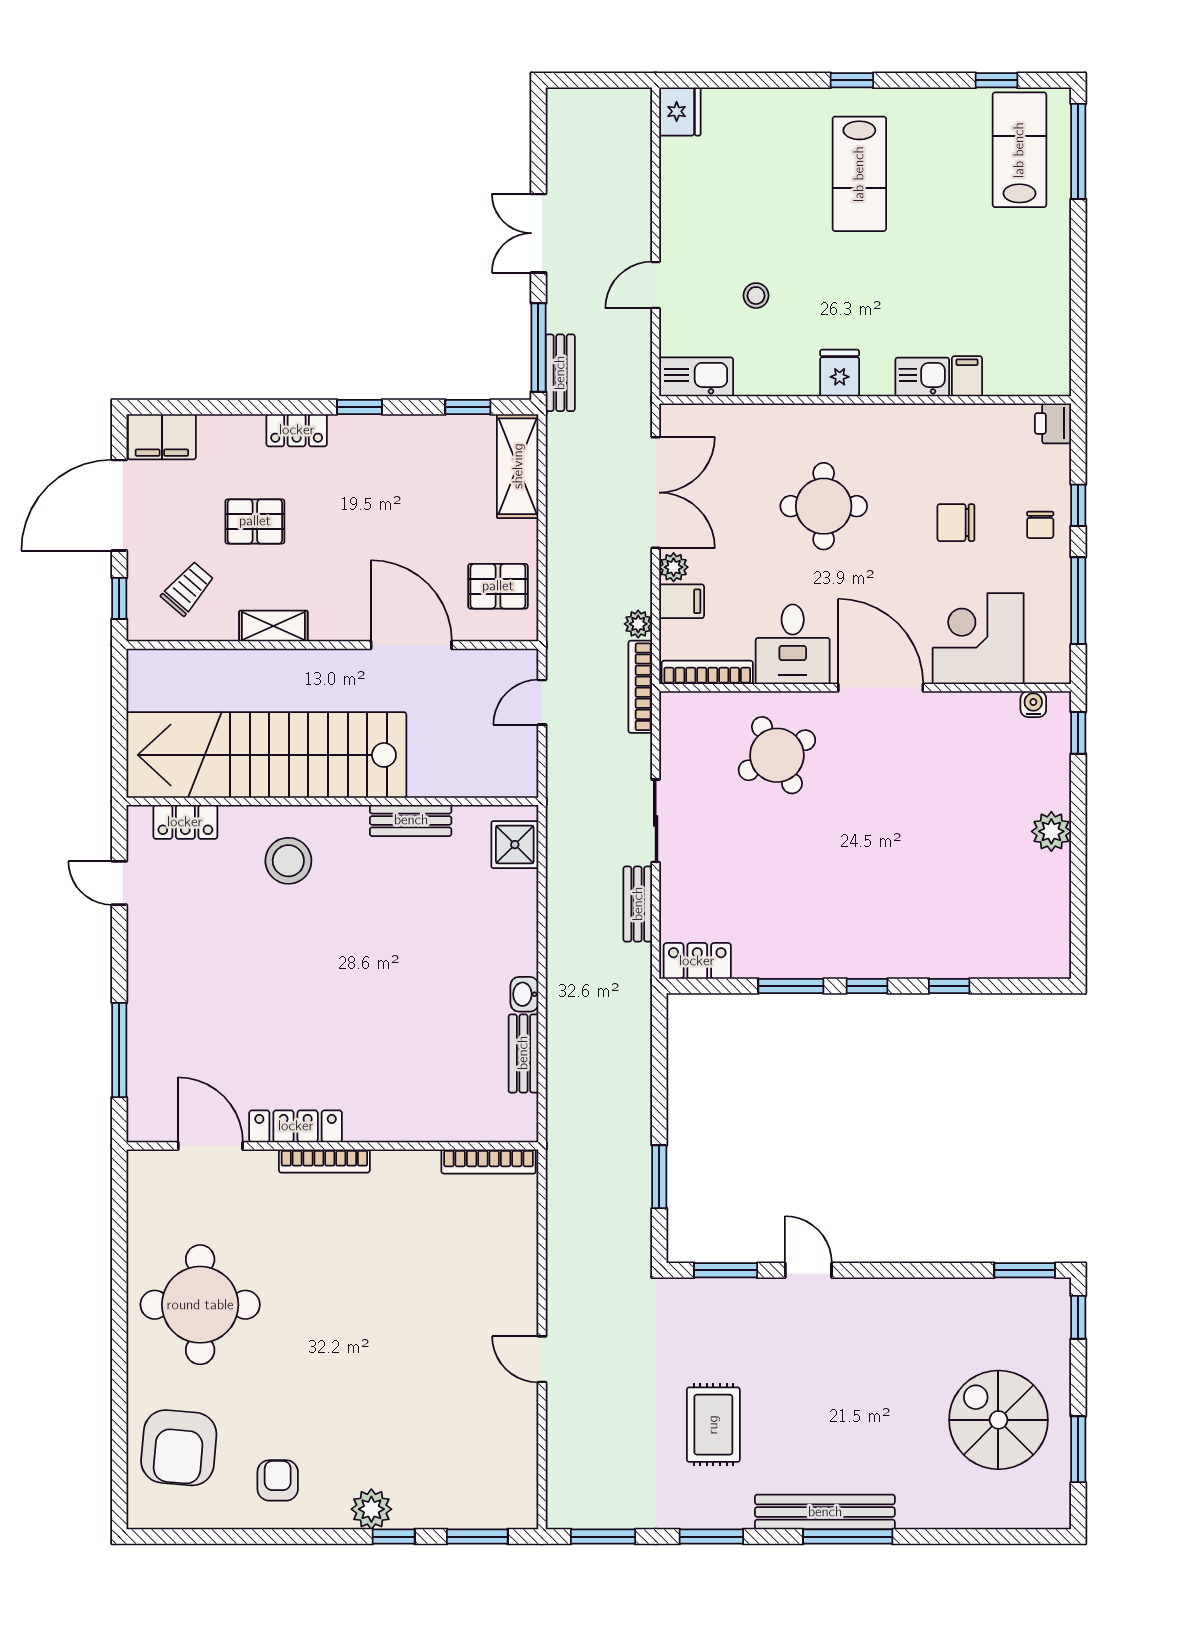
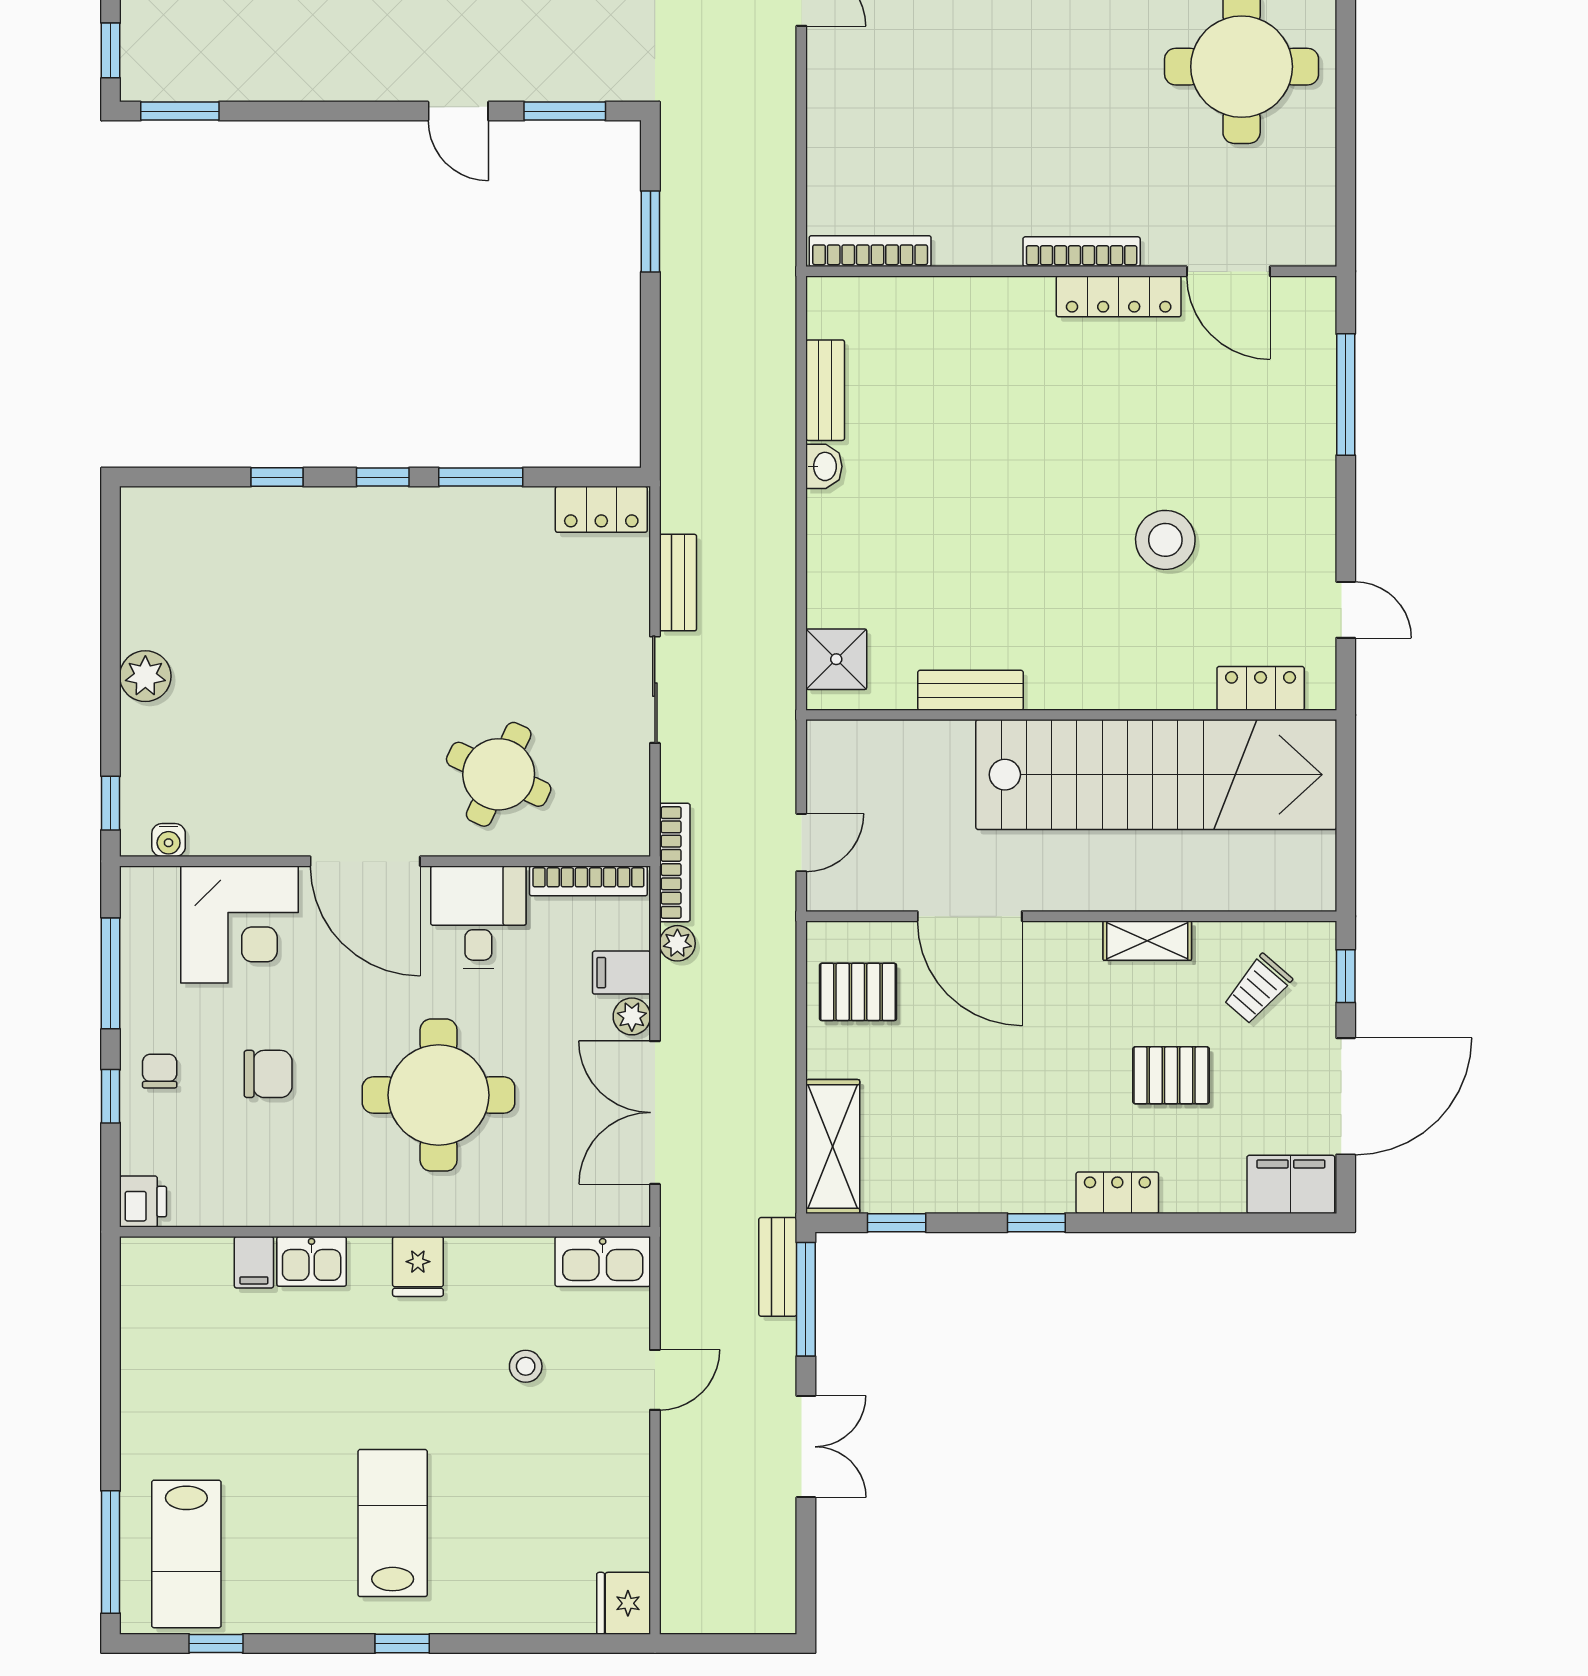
round table: (824, 506) -> (439, 1095), width x1.36, depth x1.36
round table: (777, 755) -> (499, 774), turned -37
stool: (288, 861) -> (1165, 540), moved

